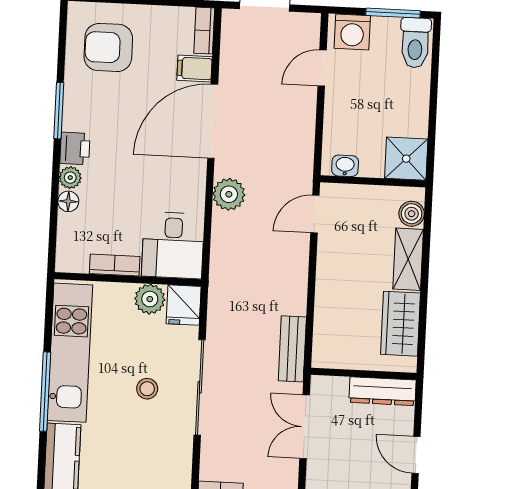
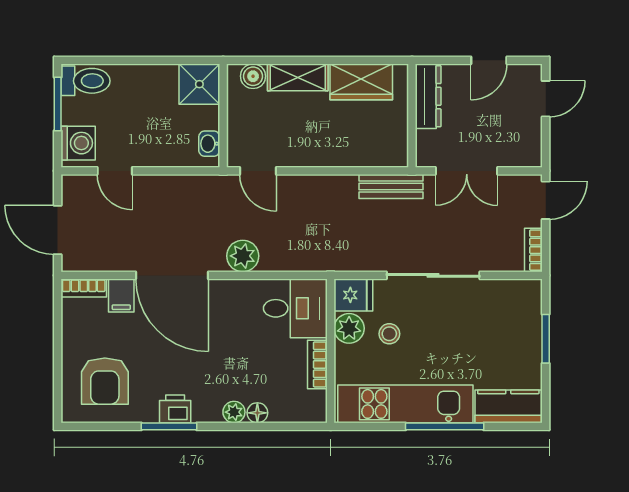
printer: (75, 148) -> (175, 409), moved
stool: (147, 389) -> (389, 334), moved

